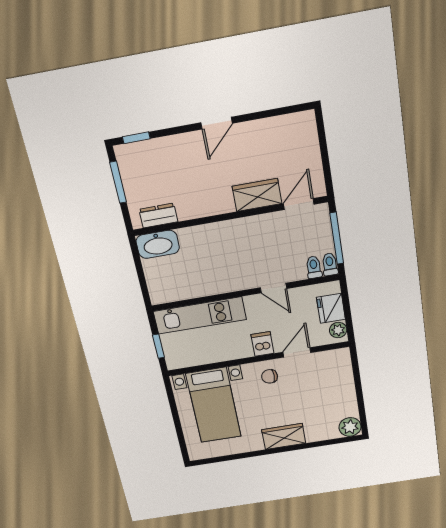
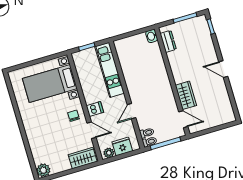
washbasin: (158, 244) -> (152, 36), width x0.52, depth x0.69
wardrobe: (284, 436) -> (83, 158), moved, turned -90

